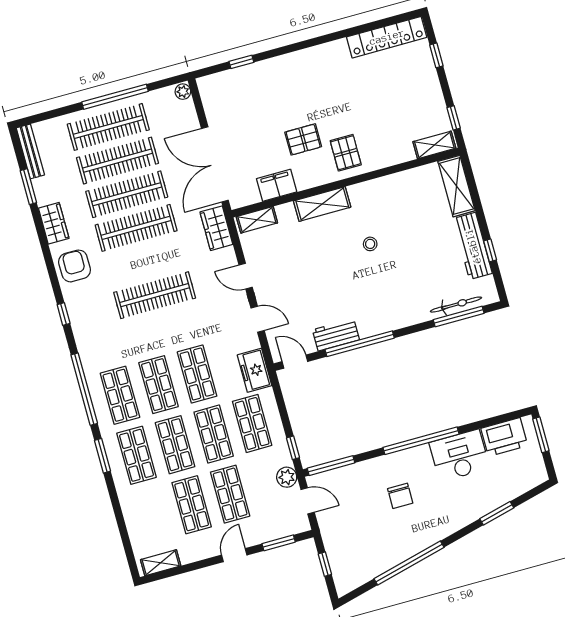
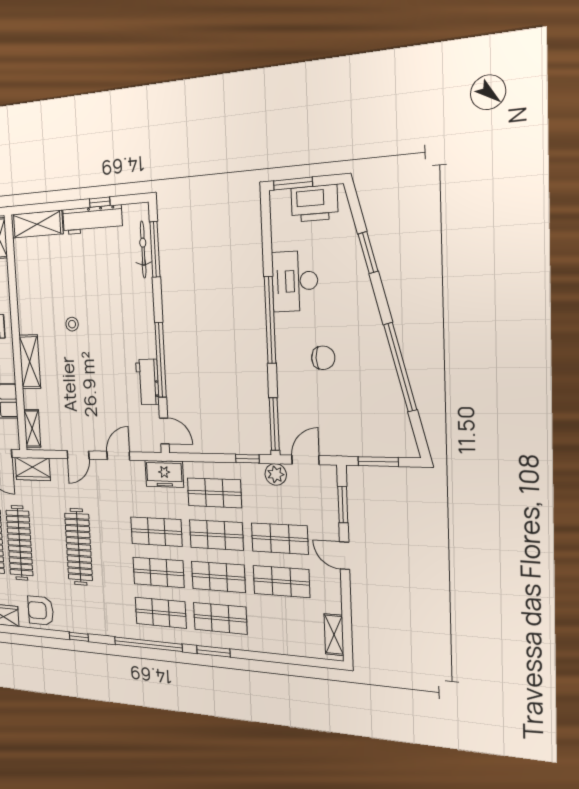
door: (295, 362) -> (164, 431), swing flipped
printer: (504, 437) -> (314, 203), moved, turned 90
window: (325, 564) -> (378, 462), width x1.50

